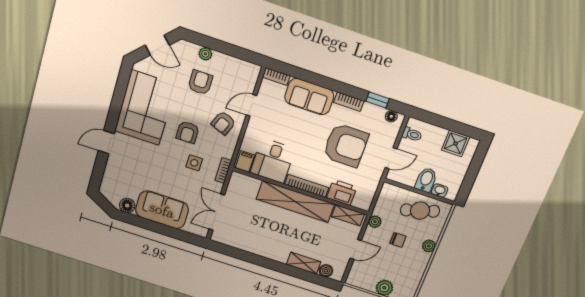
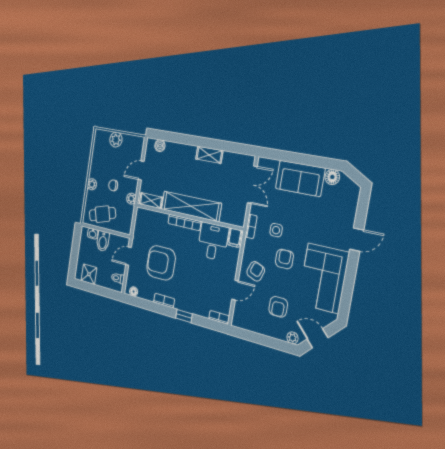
plant: (205, 54) -> (292, 338), moved
sofa: (309, 97) -> (193, 302), removed
window: (378, 100) -> (184, 316), moved
printer: (342, 193) -> (158, 221), removed
shelving: (304, 263) -> (209, 155), moved

